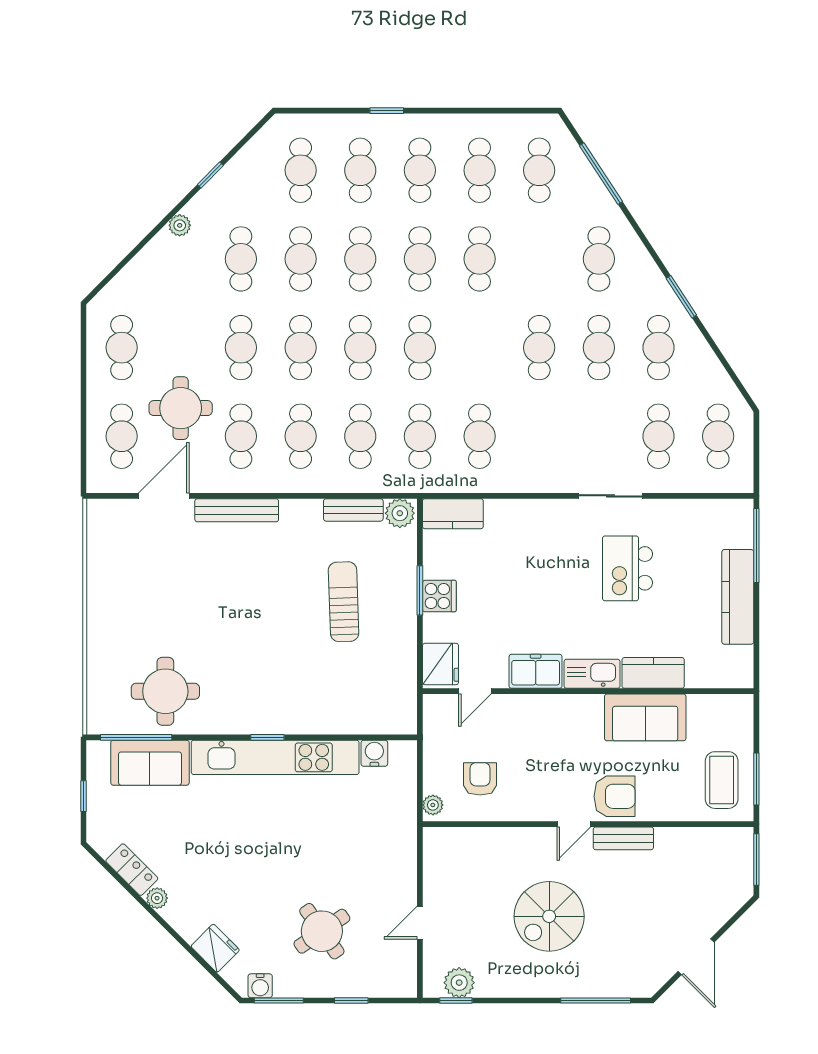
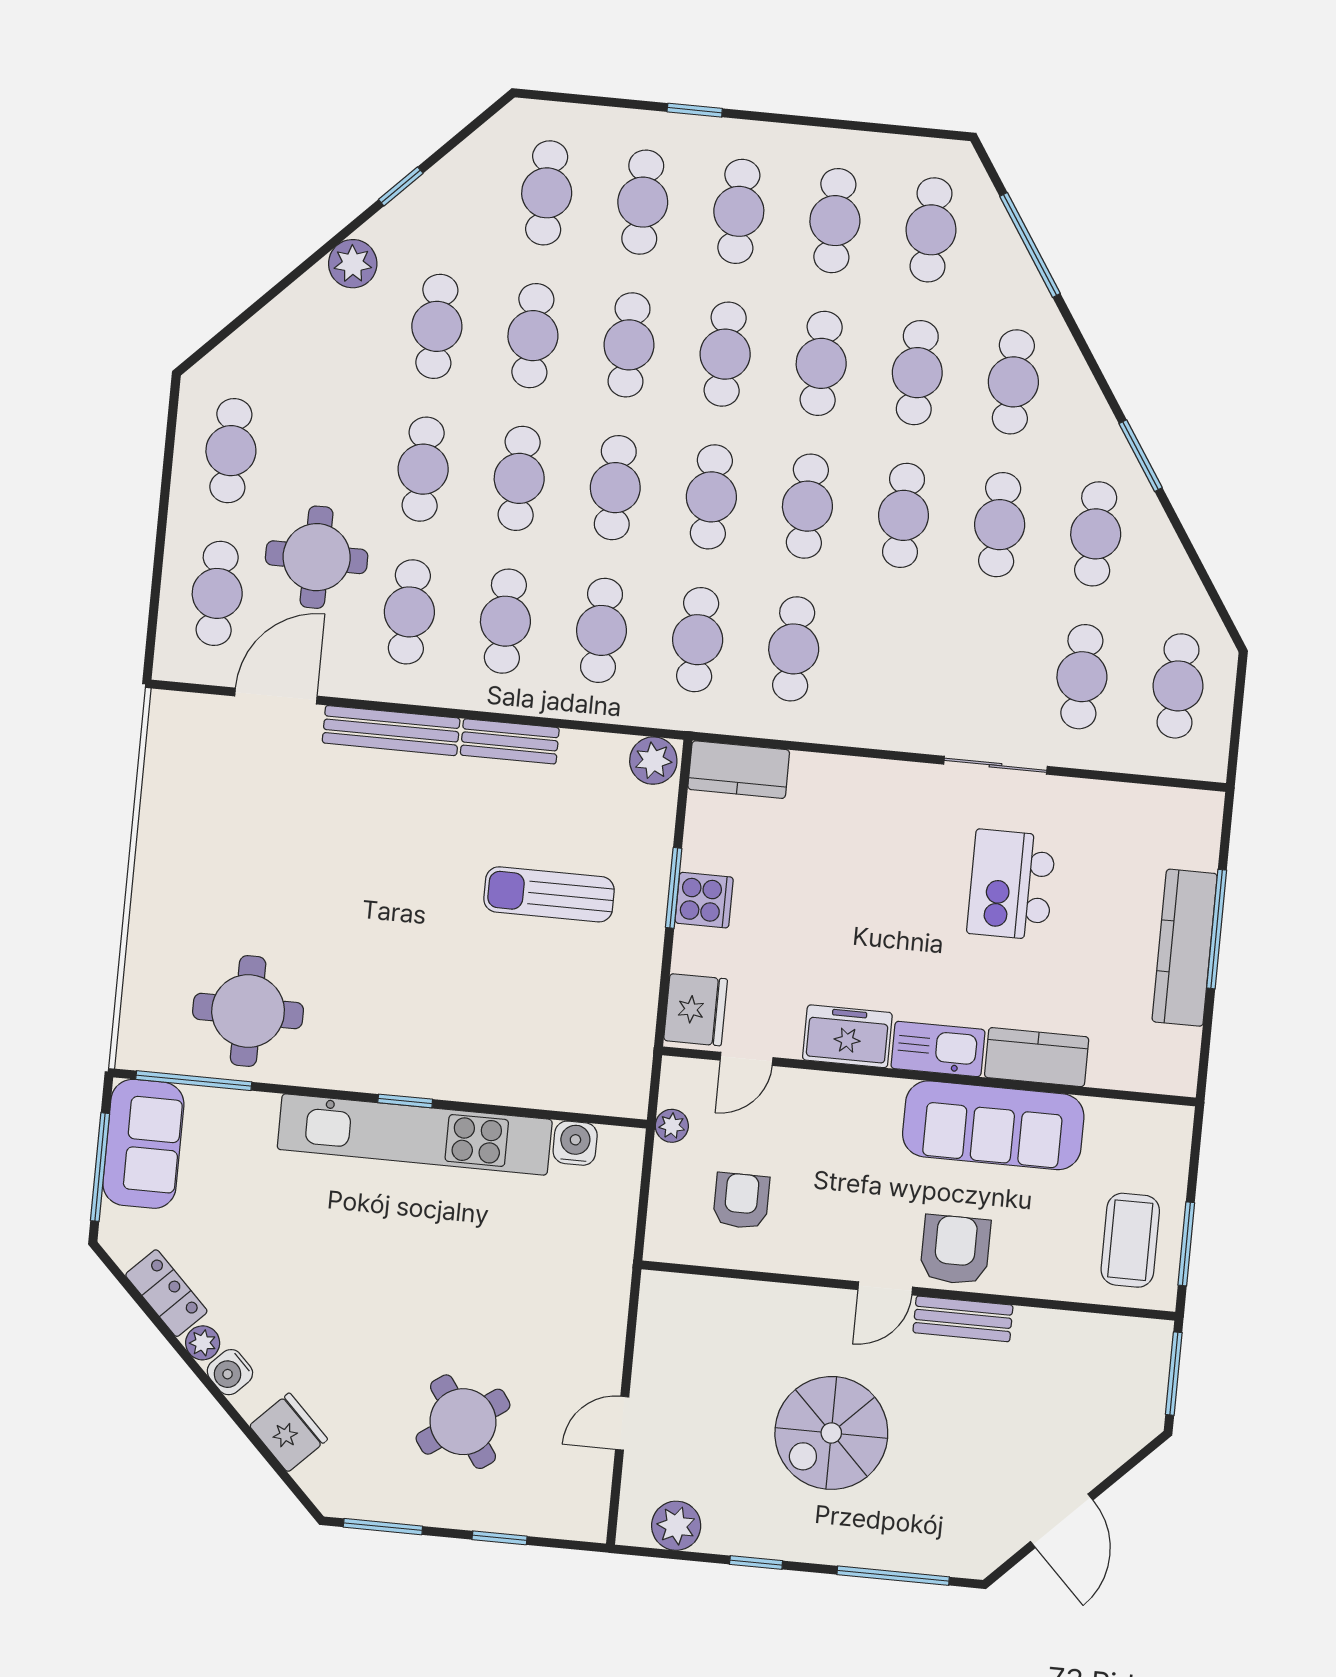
plant: (180, 225) -> (353, 264), width x1.38, depth x1.38
cafe table: (539, 259) -> (917, 373), added
cafe table: (480, 348) -> (807, 506), added
bench: (353, 510) -> (510, 741), moved
window: (756, 545) -> (1217, 929), moved
sun lounger: (344, 602) -> (549, 894), turned -88
sofa: (645, 717) -> (993, 1125), width x1.36
sofa: (150, 763) -> (143, 1144), moved, turned -90
window: (83, 796) -> (100, 1167), width x2.17
armchair: (615, 796) -> (955, 1250), turned -90
plant: (433, 805) -> (672, 1126), moved
water cooler: (260, 986) -> (230, 1372), moved, turned 45
window: (456, 1000) -> (756, 1563), moved

